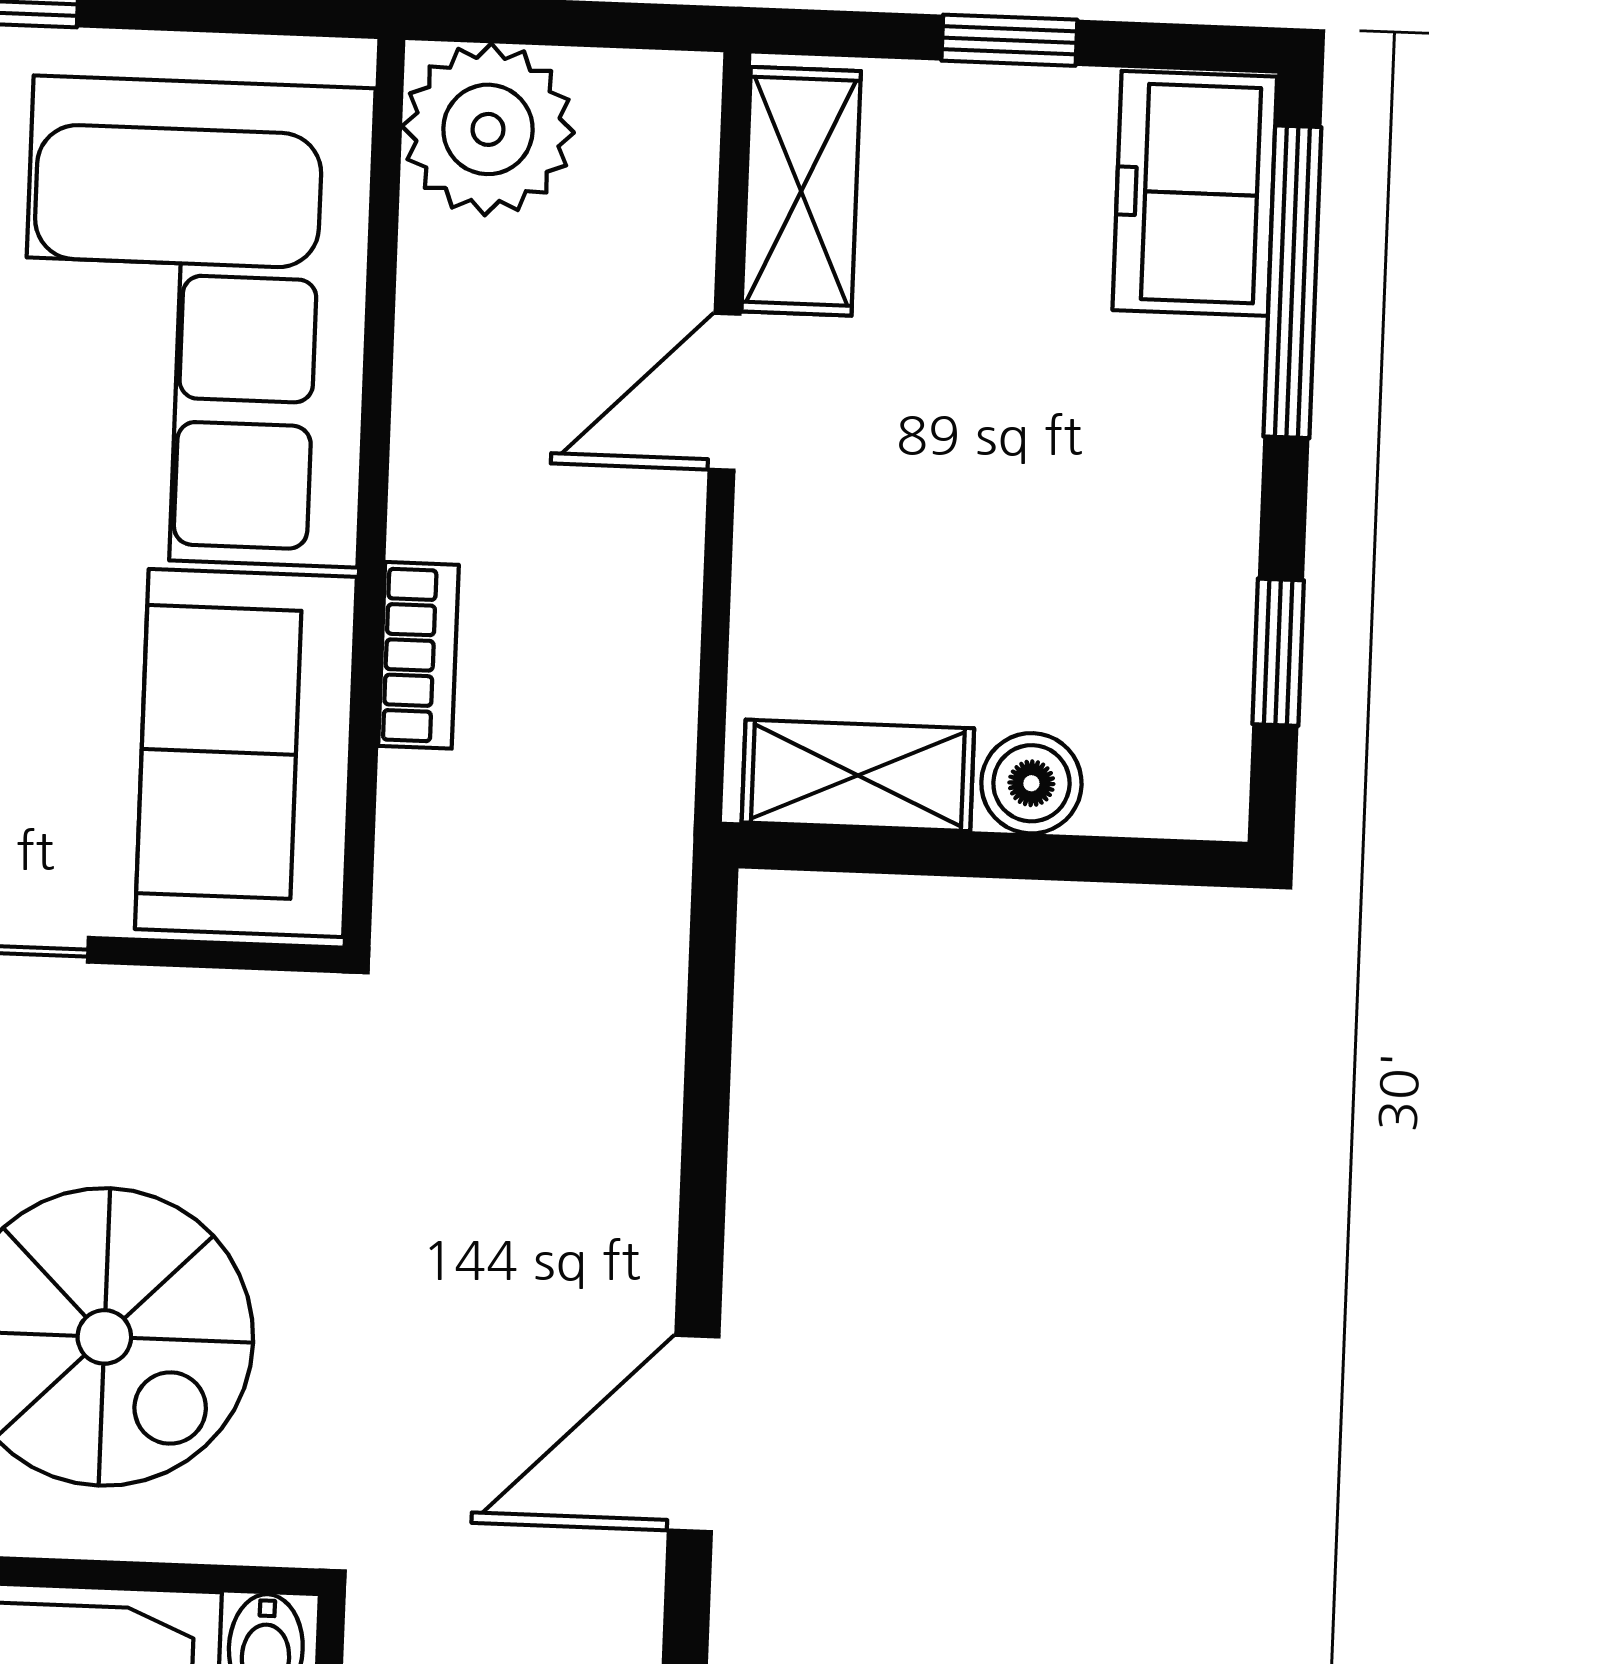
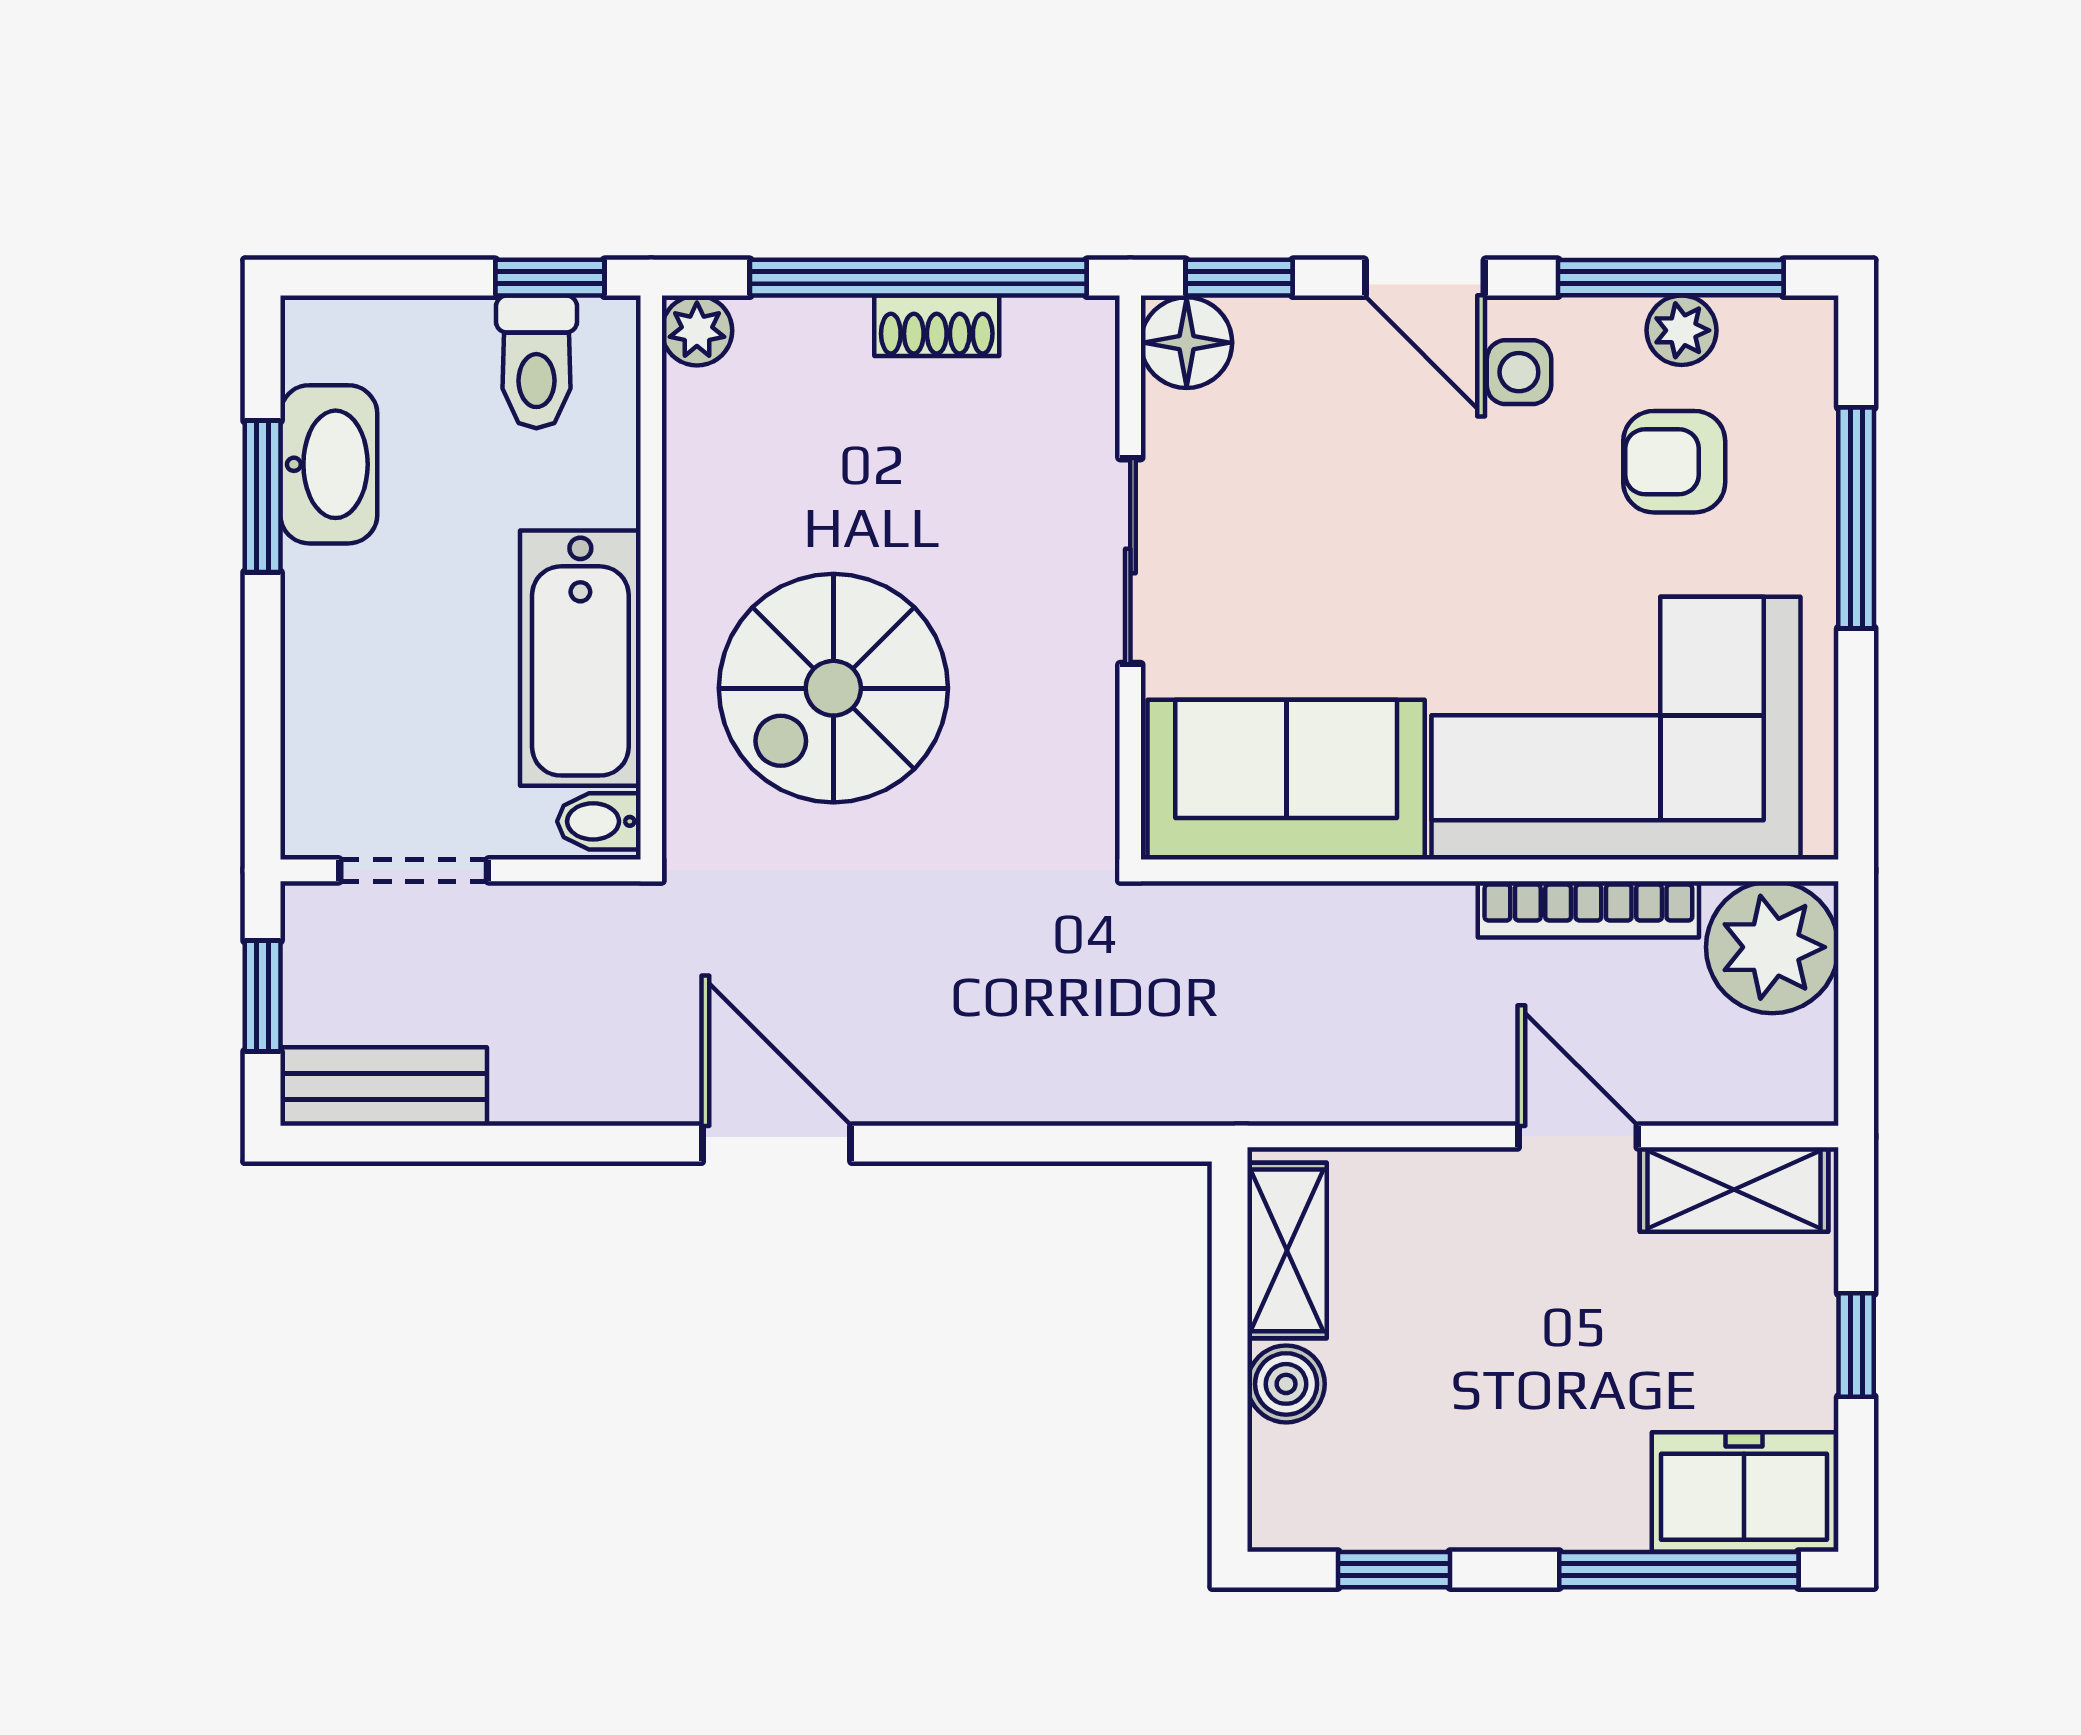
bookcase: (418, 655) -> (1588, 909), moved, width x1.56

